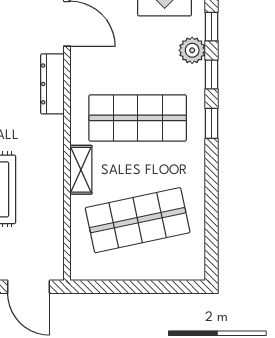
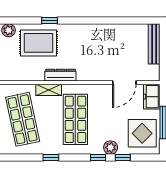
dresser: (52, 84) -> (60, 75), moved
window: (211, 123) -> (51, 158), moved

